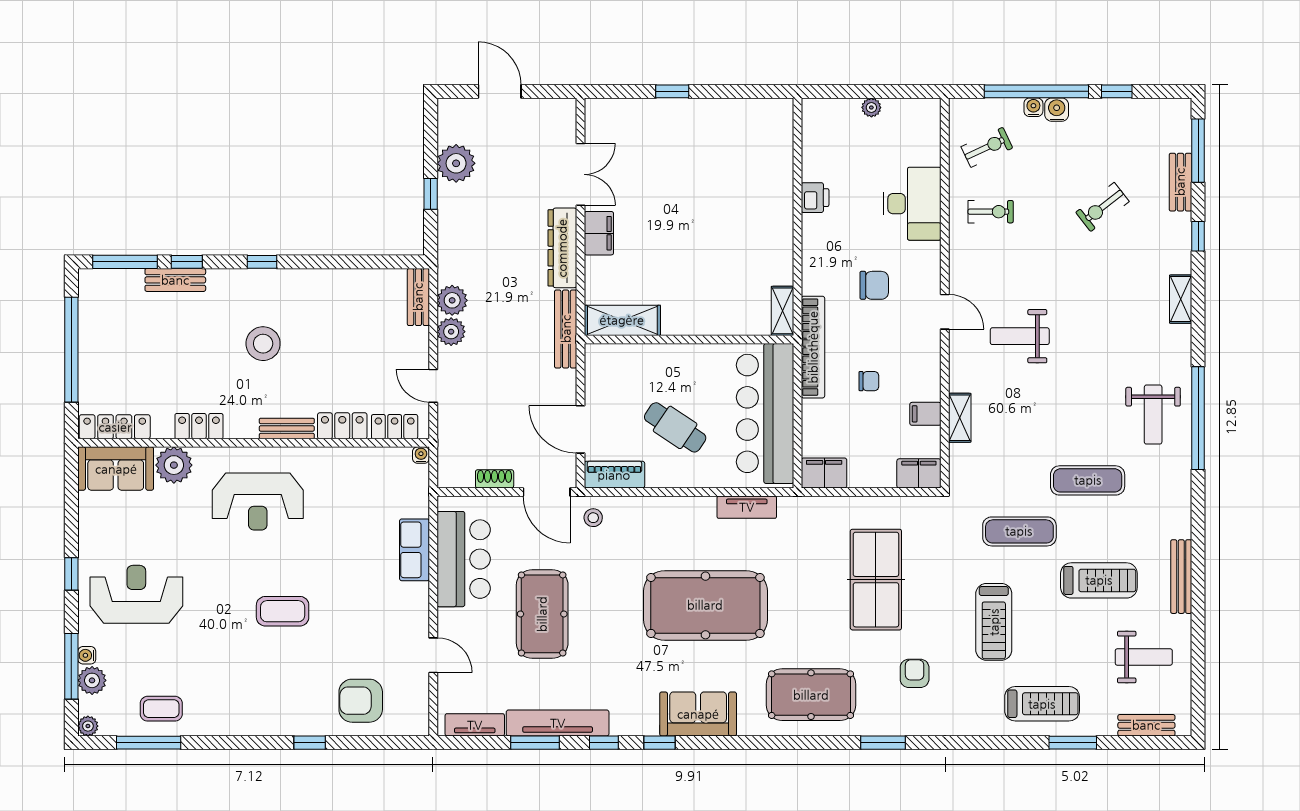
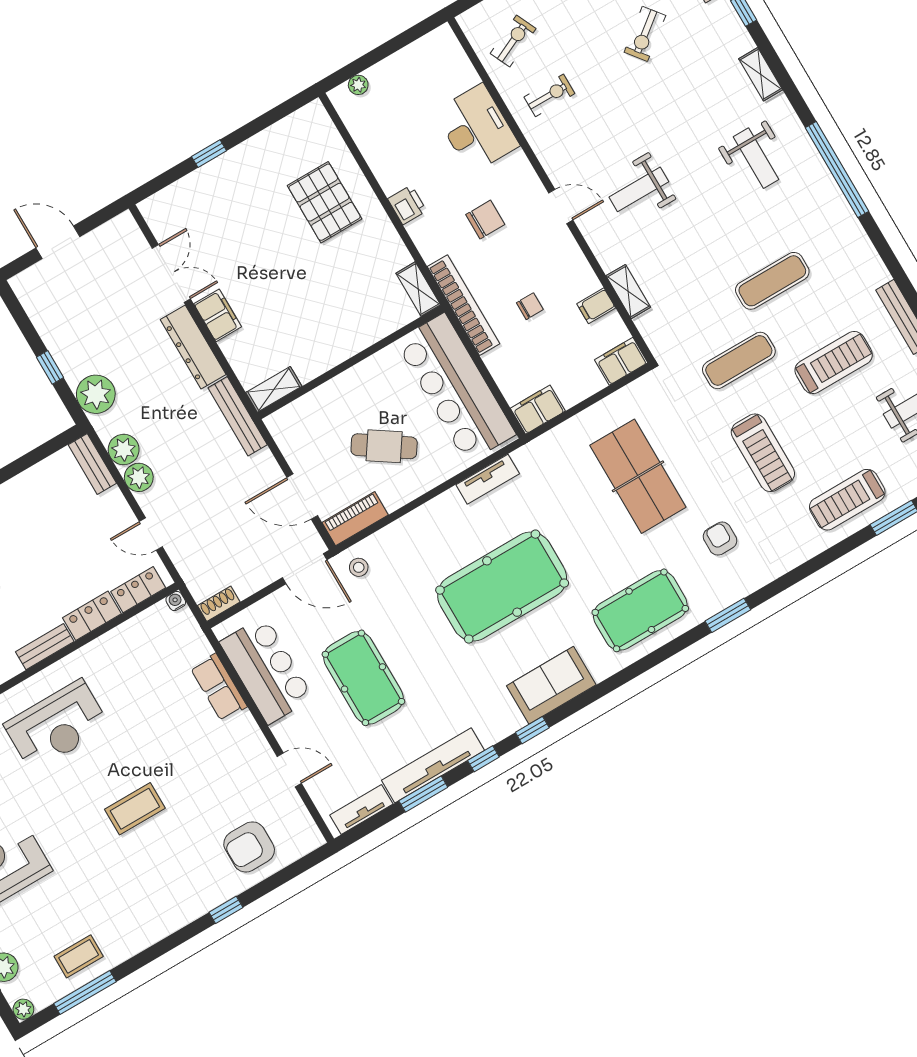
plant: (871, 107) -> (358, 85), moved
plant: (456, 163) -> (96, 394), moved
pallet: (746, 190) -> (325, 202), added
printer: (815, 198) -> (407, 205), moved
shelving: (622, 320) -> (274, 389), width x0.67, depth x0.75
weight bench: (1153, 415) -> (756, 158), moved
shoe rack: (495, 479) -> (219, 604), moved
treadmill: (1042, 704) -> (847, 500), turned 180

